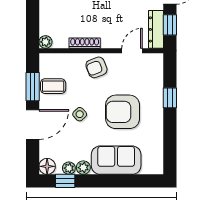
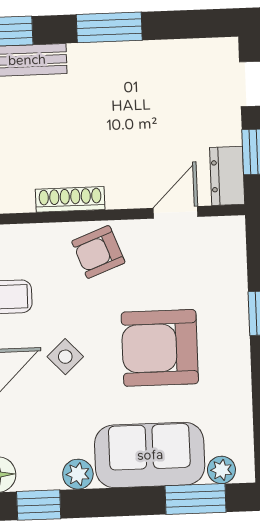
dresser: (156, 29) -> (227, 176), width x0.70
plant: (69, 168) -> (221, 470), moved
window: (136, 181) -> (195, 499), added

